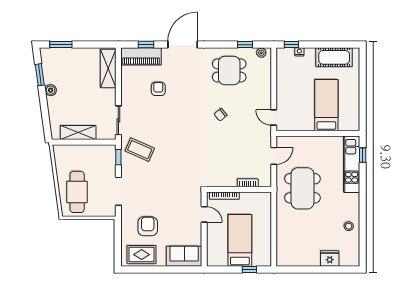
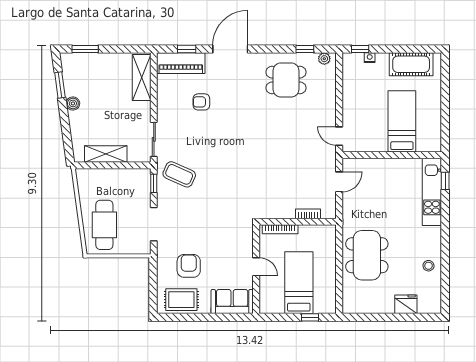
armchair: (158, 89) -> (201, 102), turned -90
chair: (221, 115) -> (276, 133), removed
dining table: (303, 188) -> (367, 255), moved
door: (204, 214) -> (256, 267), moved

